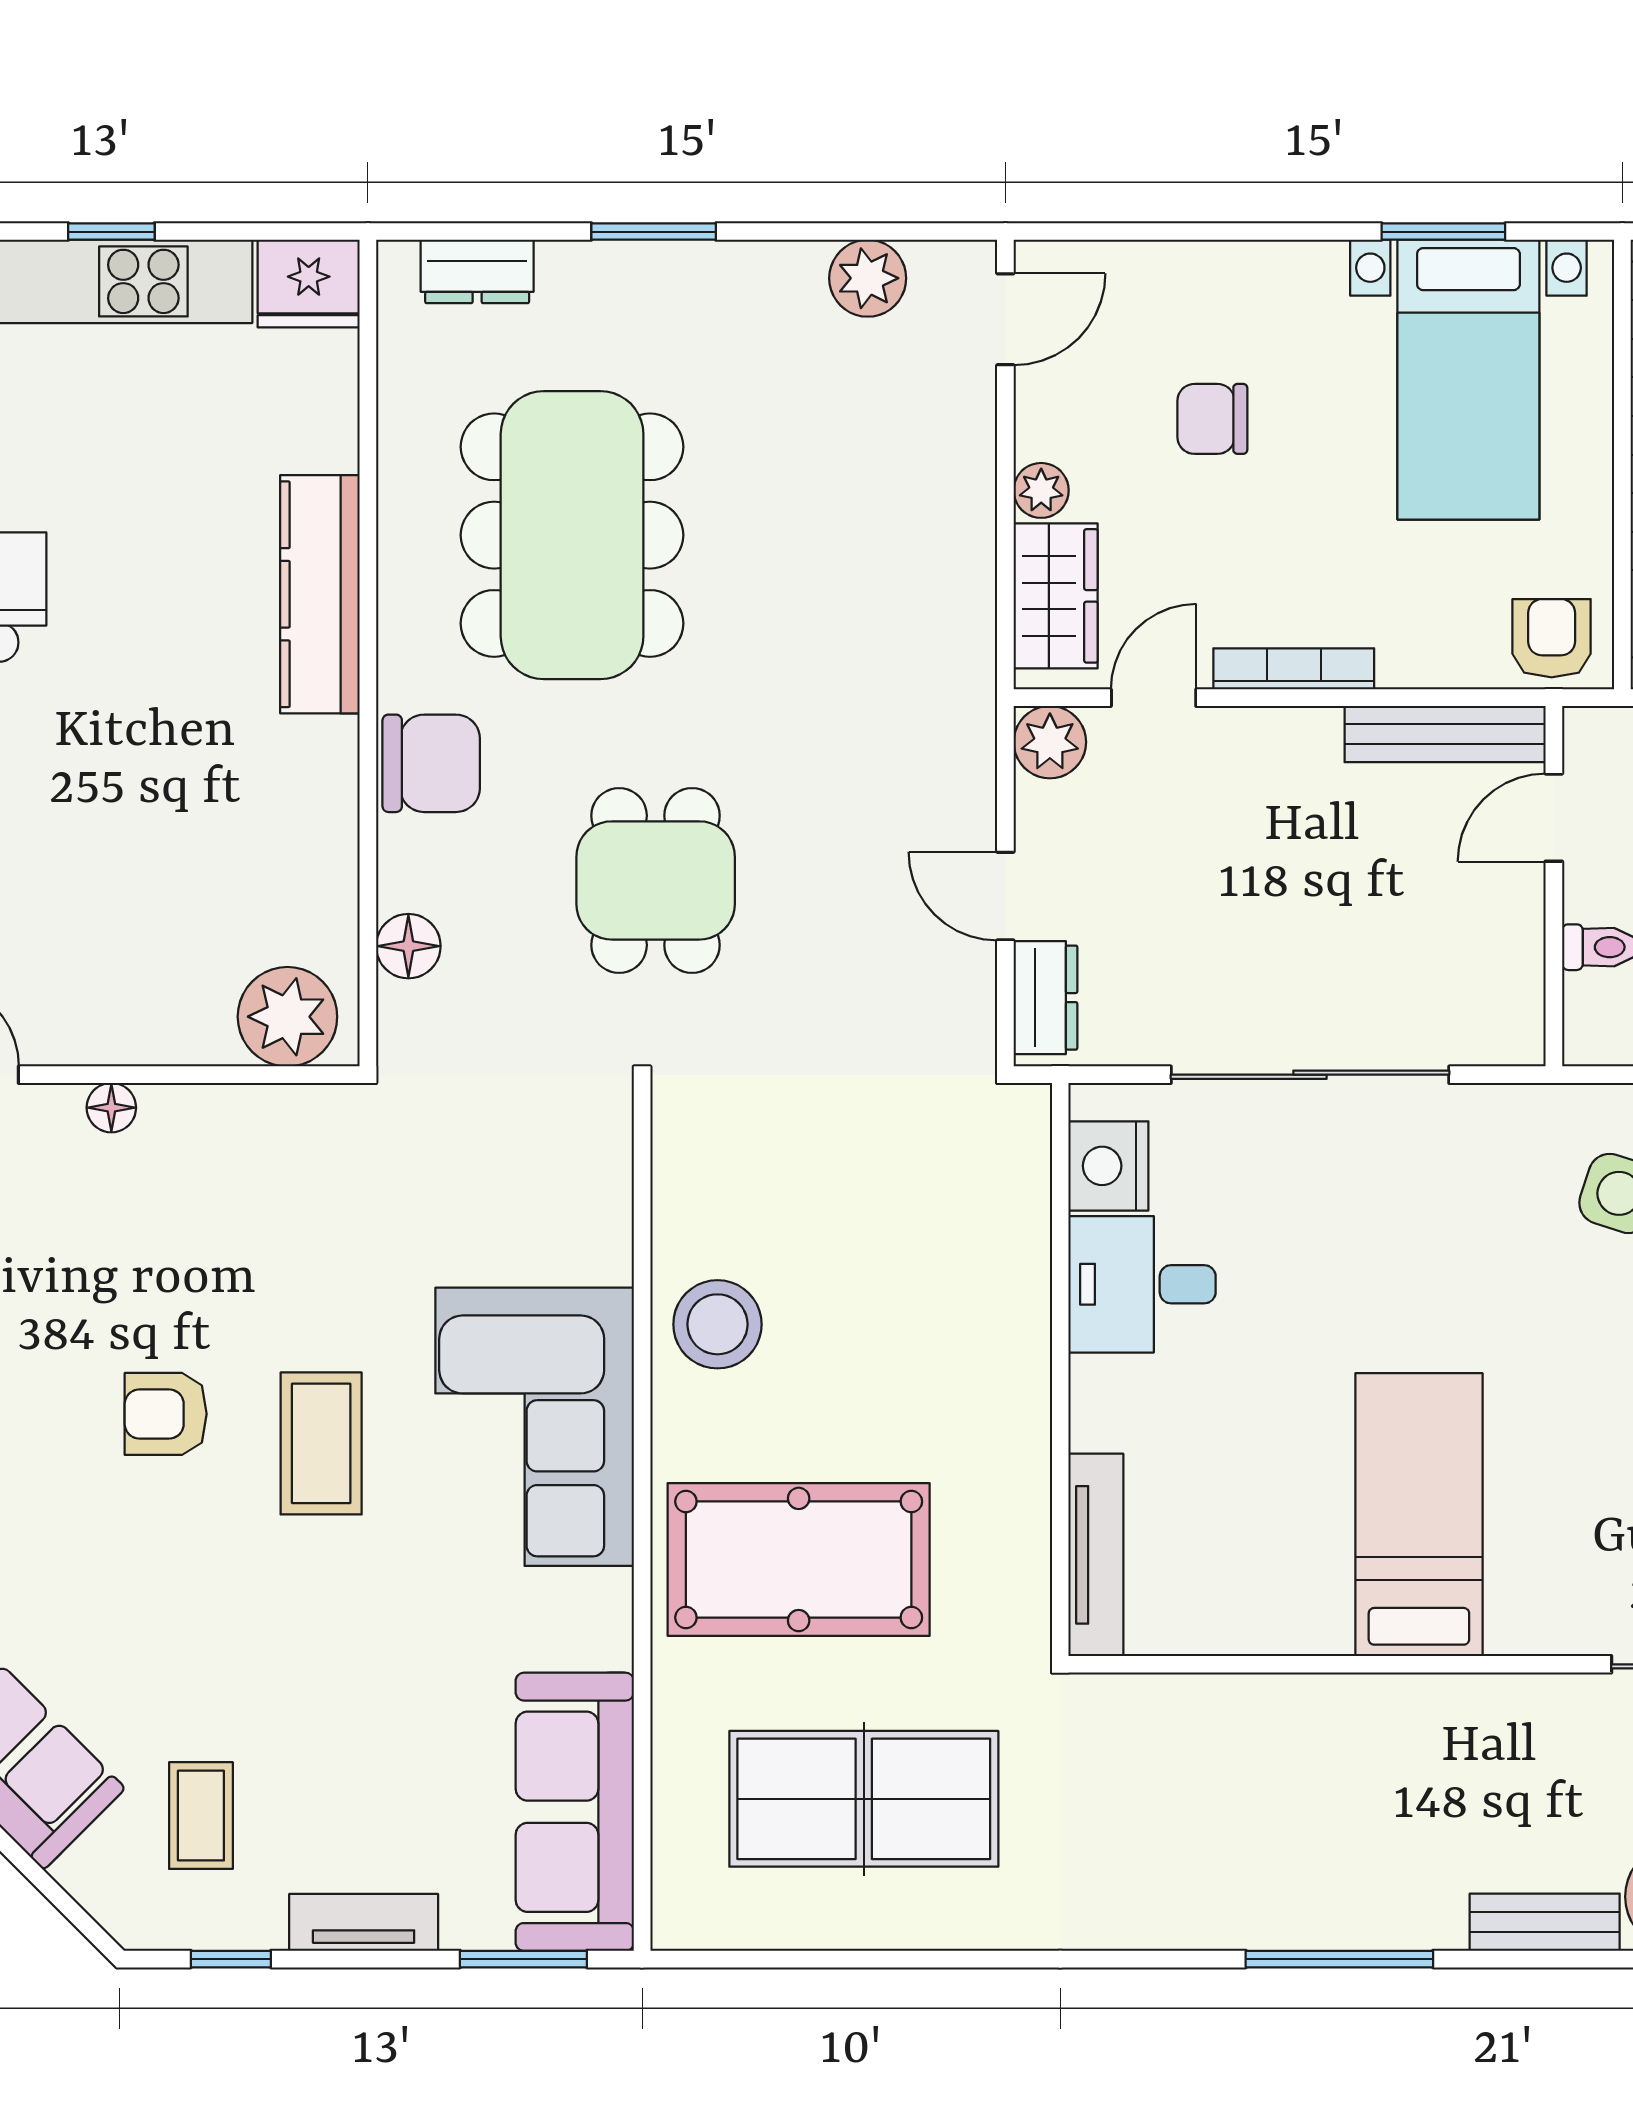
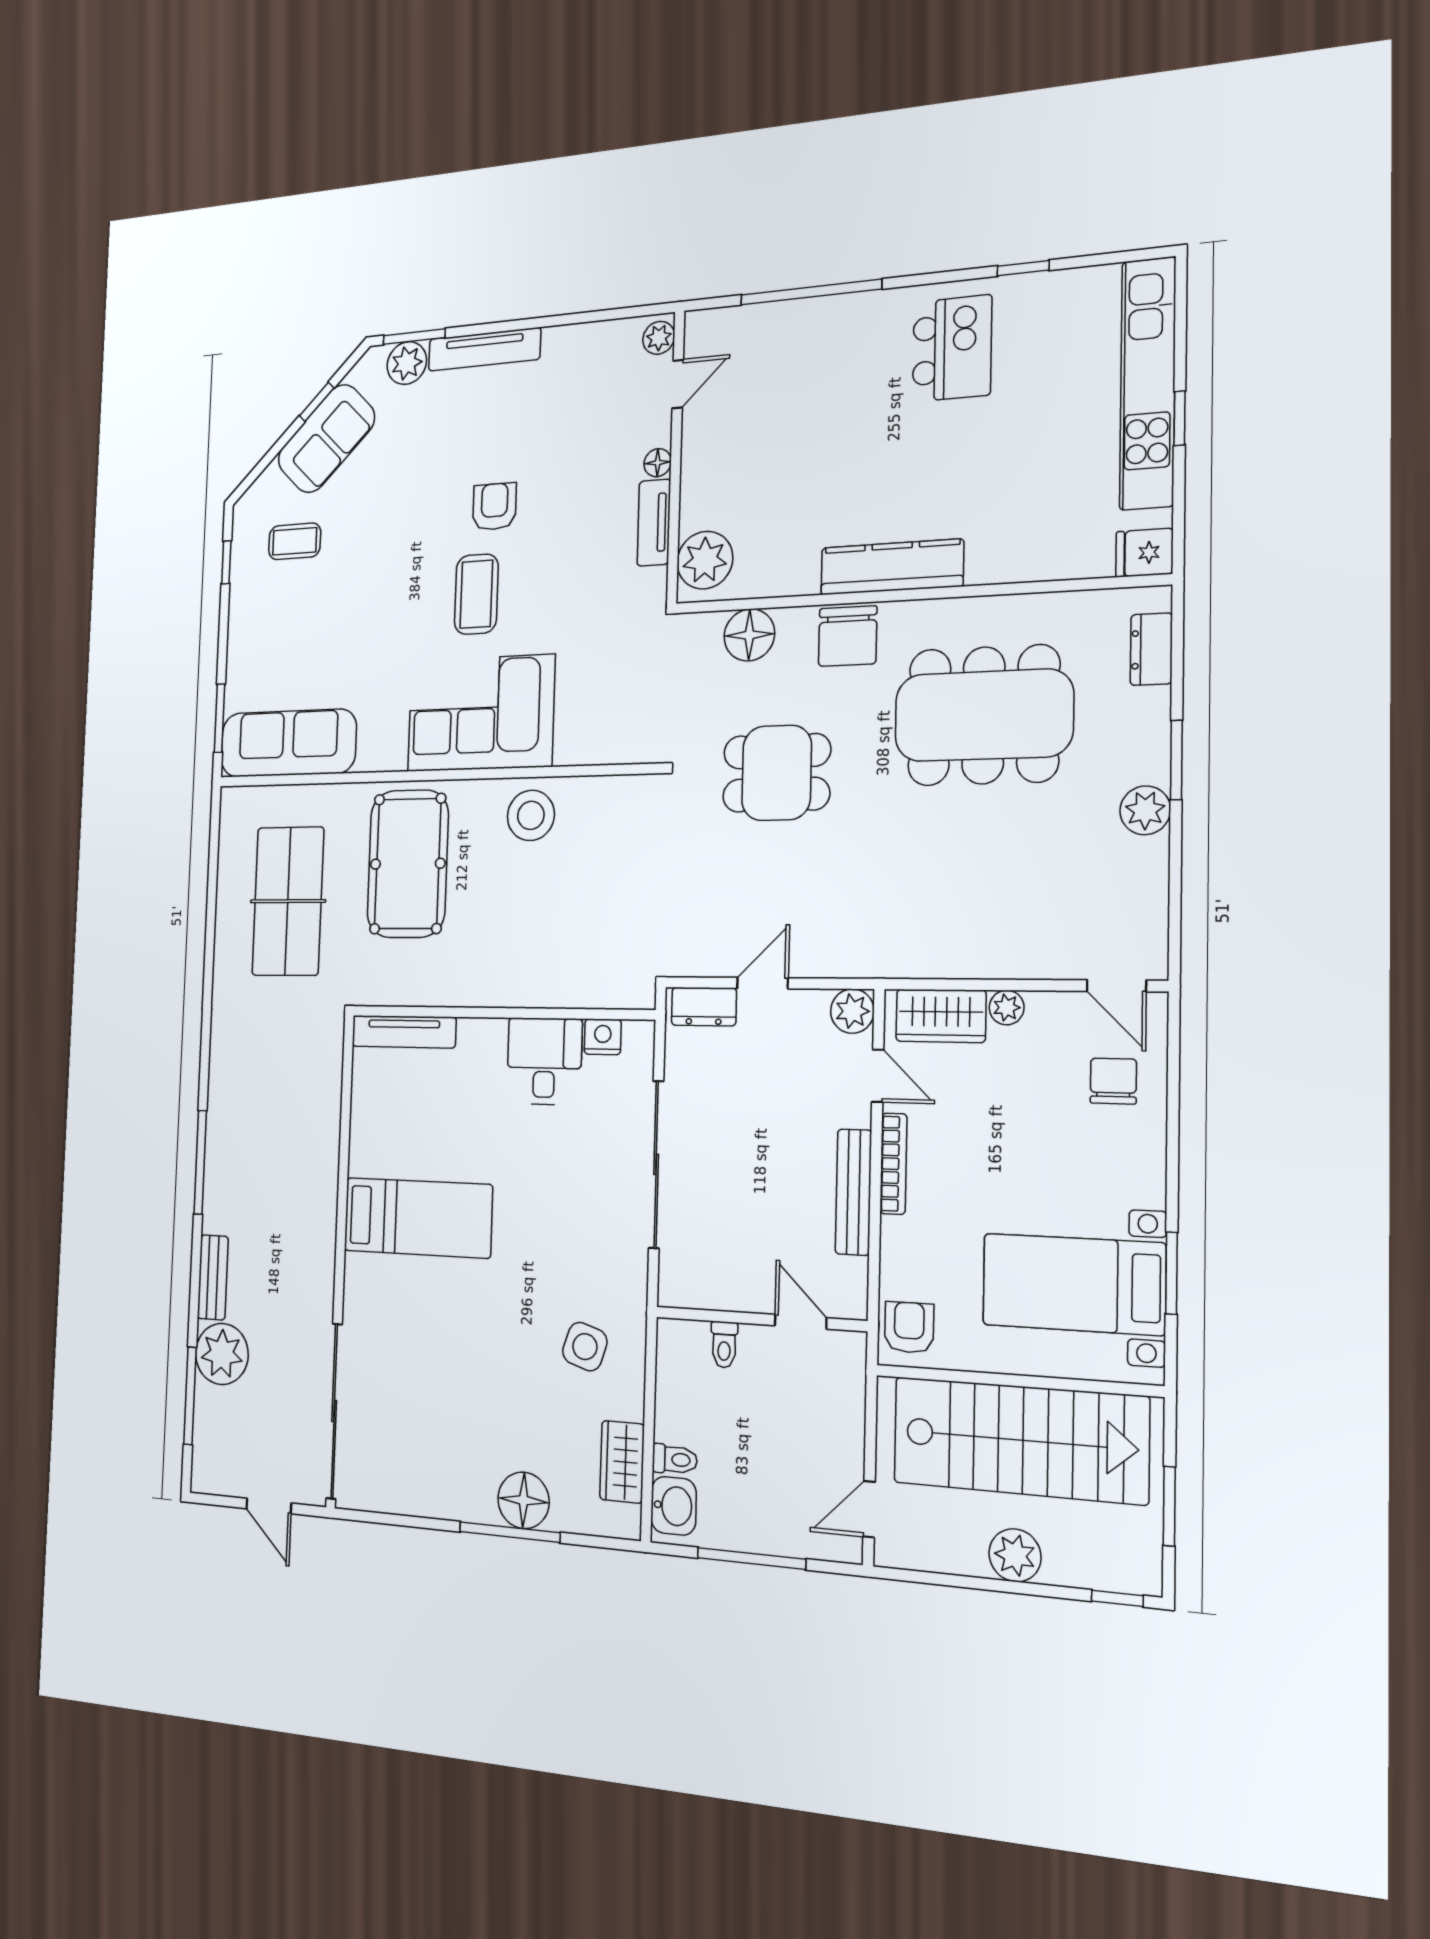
plant: (868, 278) -> (1145, 810), moved
fridge: (309, 284) -> (1144, 553), width x0.72
chair: (1212, 419) -> (1113, 1081), moved
kitchen counter: (320, 594) -> (892, 567), moved
armchair: (1552, 638) -> (909, 1327), turned -90
bench: (1445, 734) -> (853, 1192), moved
floor lamp: (408, 946) -> (749, 635), width x1.38, depth x1.38
nightstand: (1108, 1166) -> (603, 1037), width x0.74, depth x0.75
coffee table: (321, 1443) -> (476, 594), turned 90
tv unit: (364, 1922) -> (654, 523), moved, turned 180

